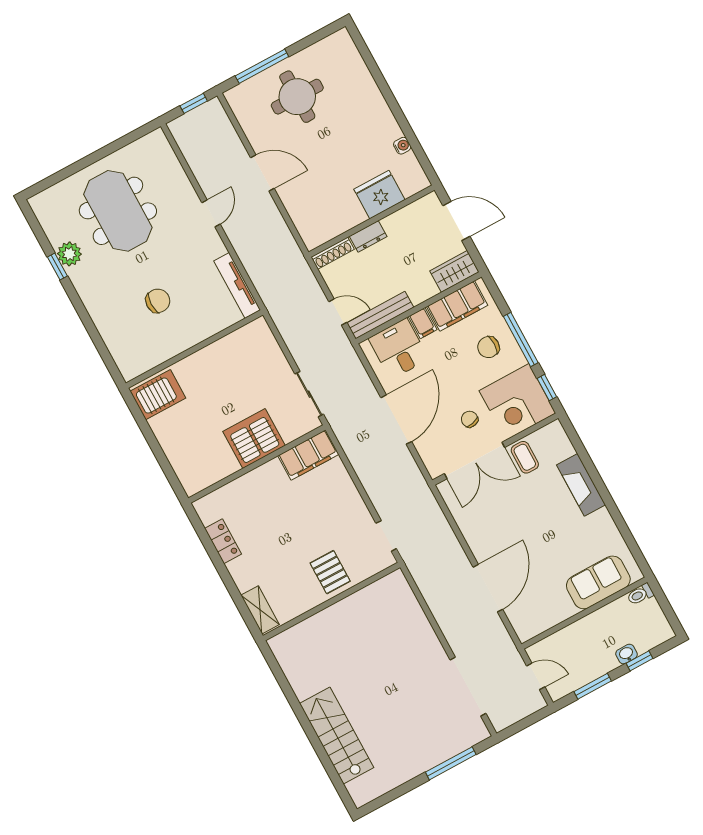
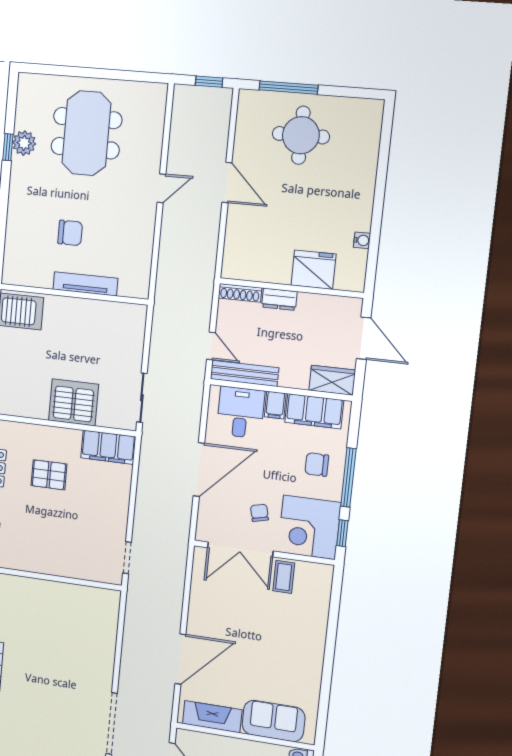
tv unit: (237, 286) -> (85, 284), moved, turned 90
fireplace: (581, 485) -> (212, 717), moved, turned 90
pallet: (330, 572) -> (49, 475), moved, turned 90

